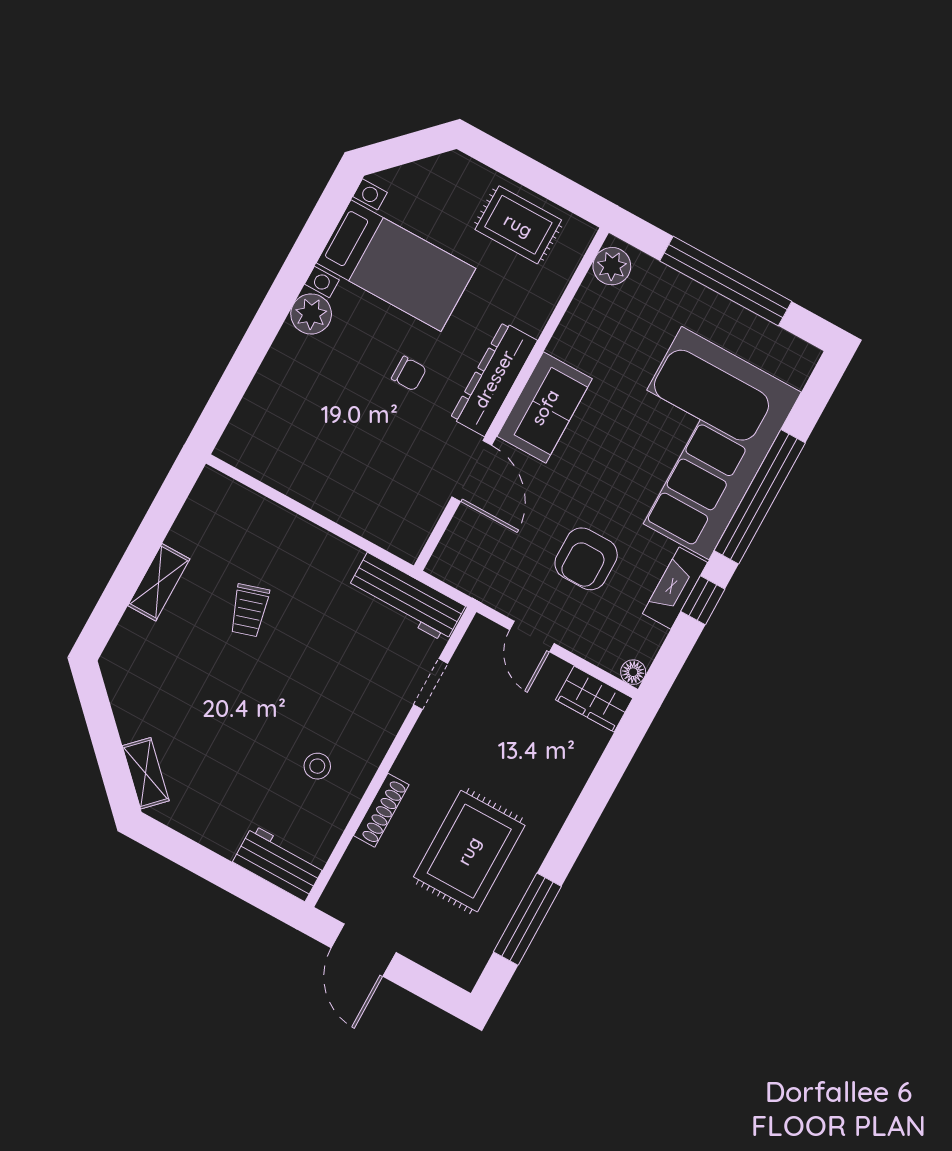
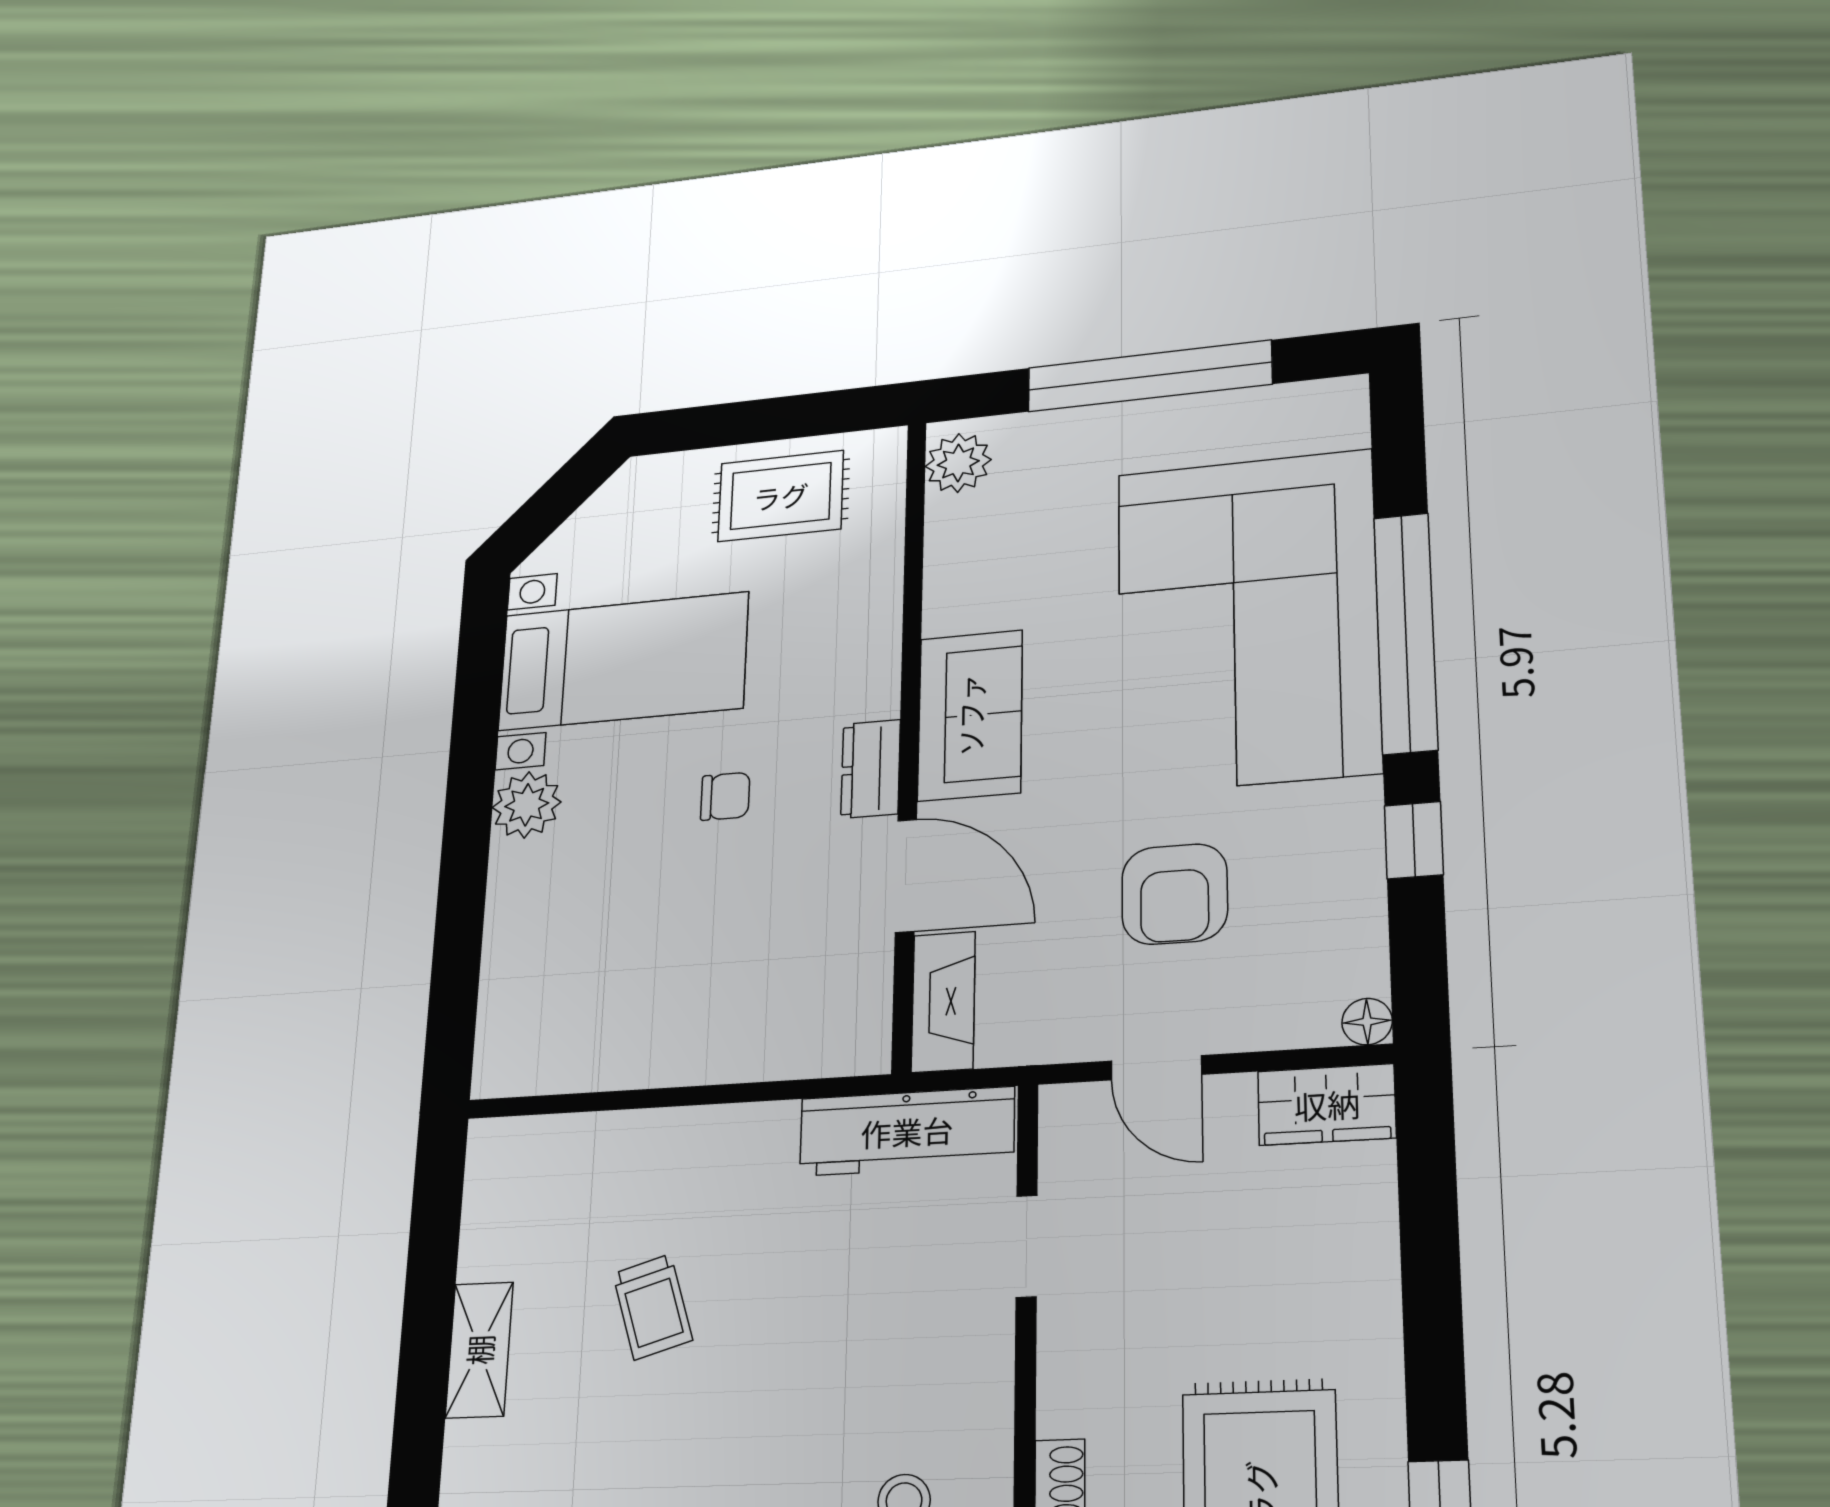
dresser: (494, 379) -> (871, 769), width x0.51, depth x0.80
fireplace: (675, 588) -> (943, 1002), moved, turned 180

